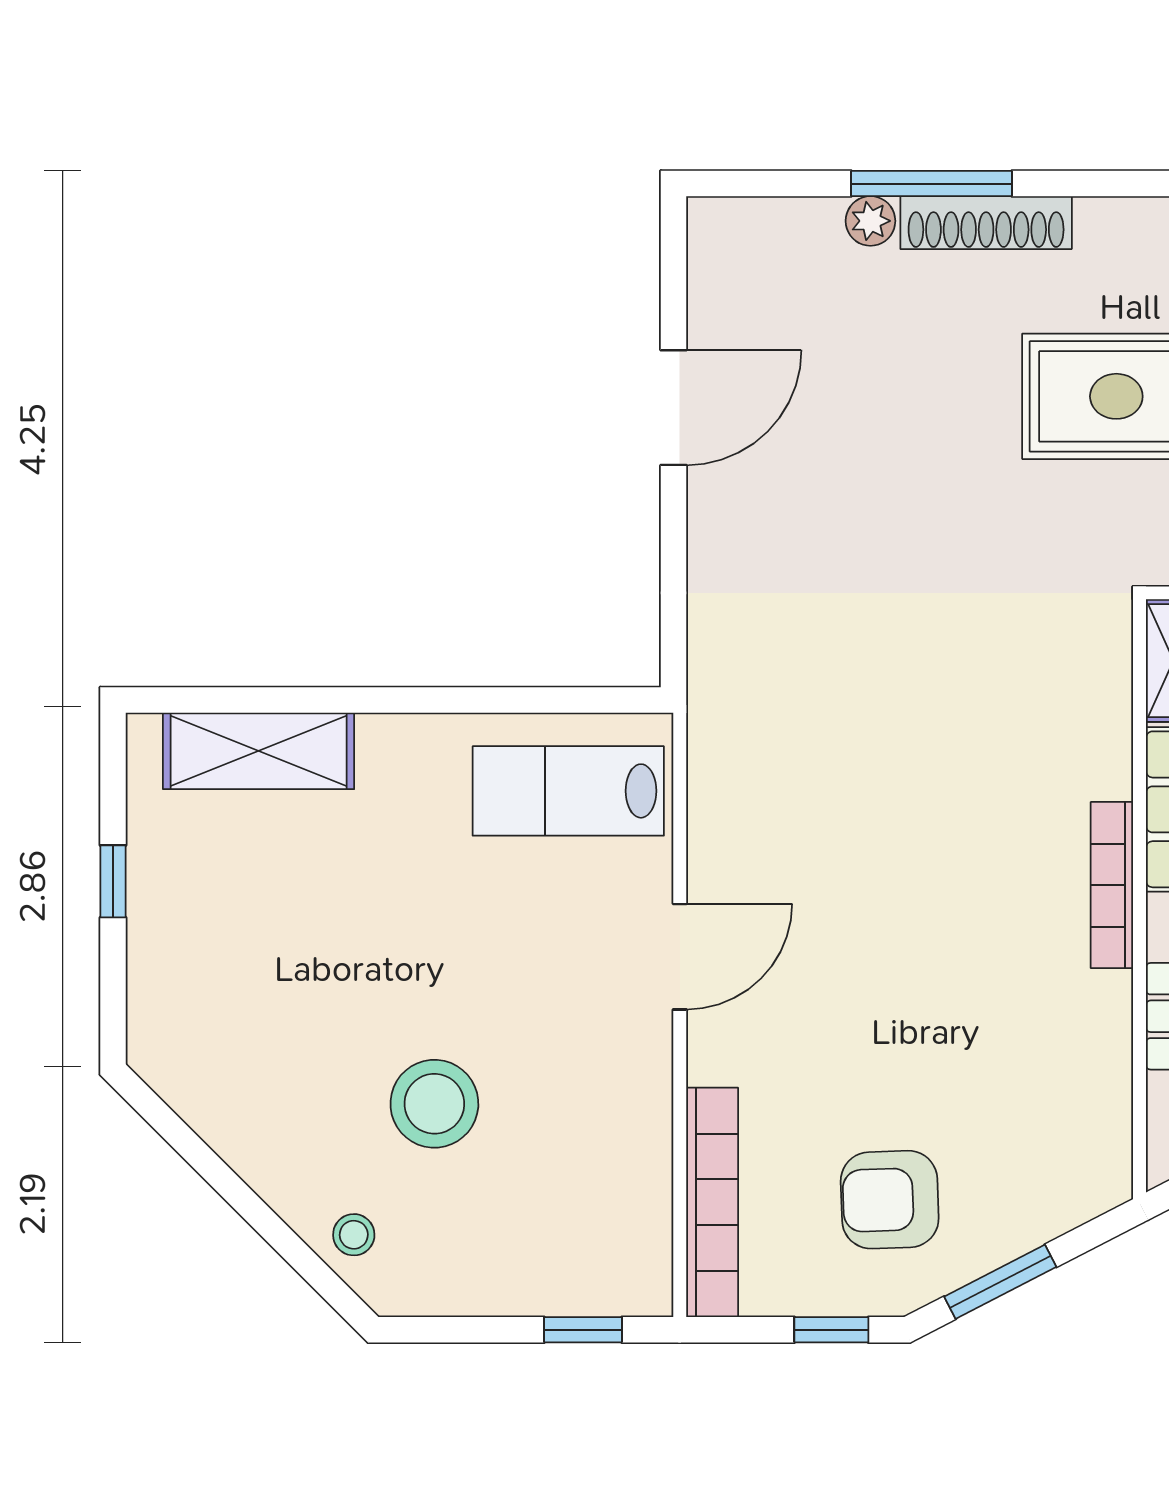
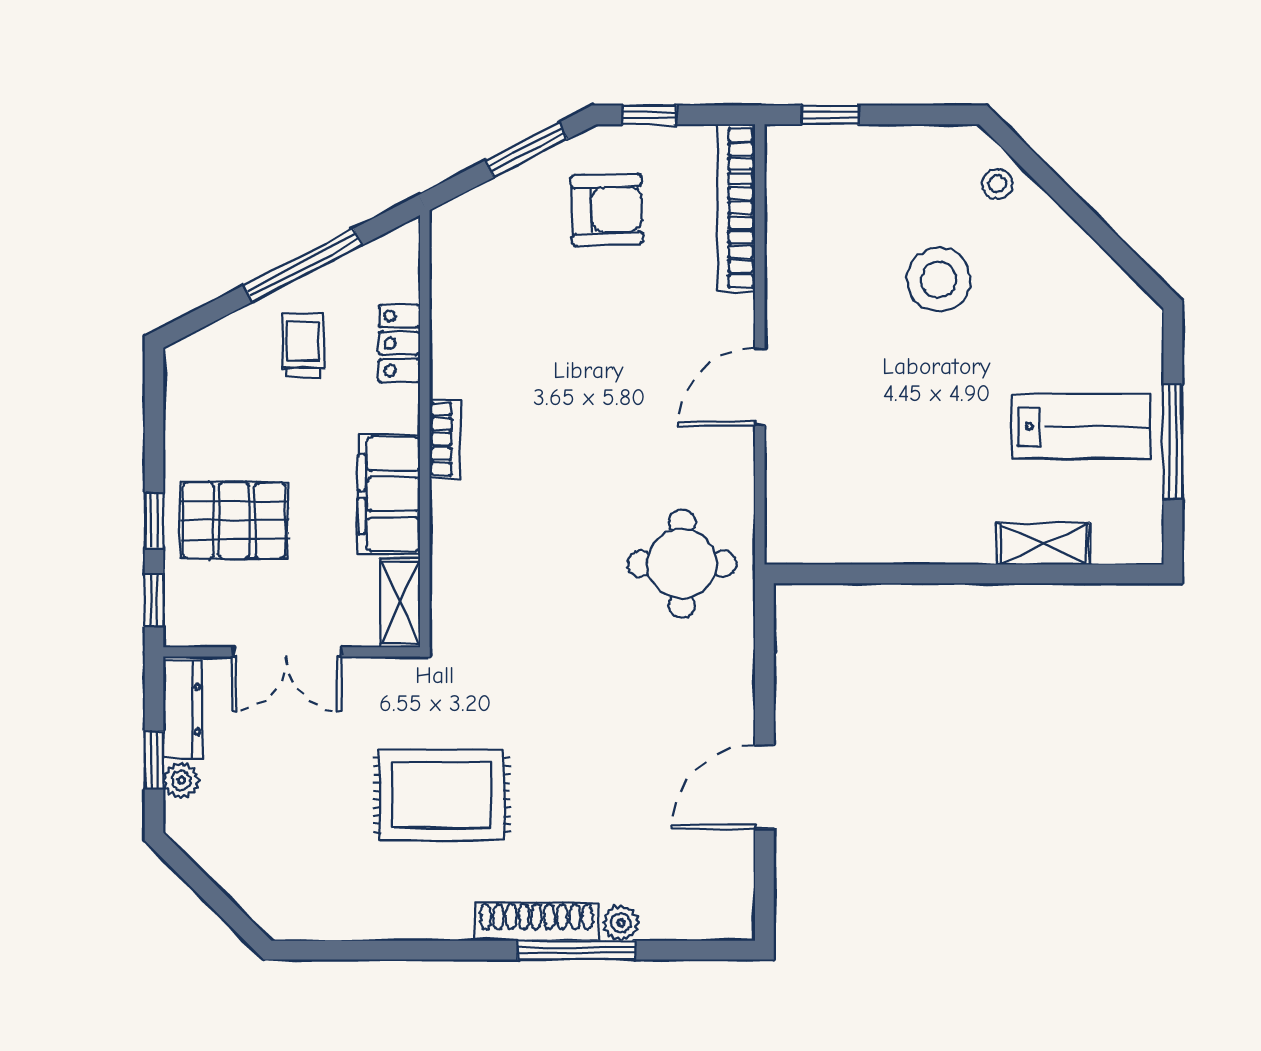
round table: (787, 714) -> (682, 564), added
shelving: (259, 751) -> (1043, 544), width x0.67, depth x0.75
lab bench: (568, 791) -> (1081, 427), moved
window: (113, 881) -> (1173, 442), width x2.17
bookcase: (1112, 885) -> (445, 439), width x0.64

